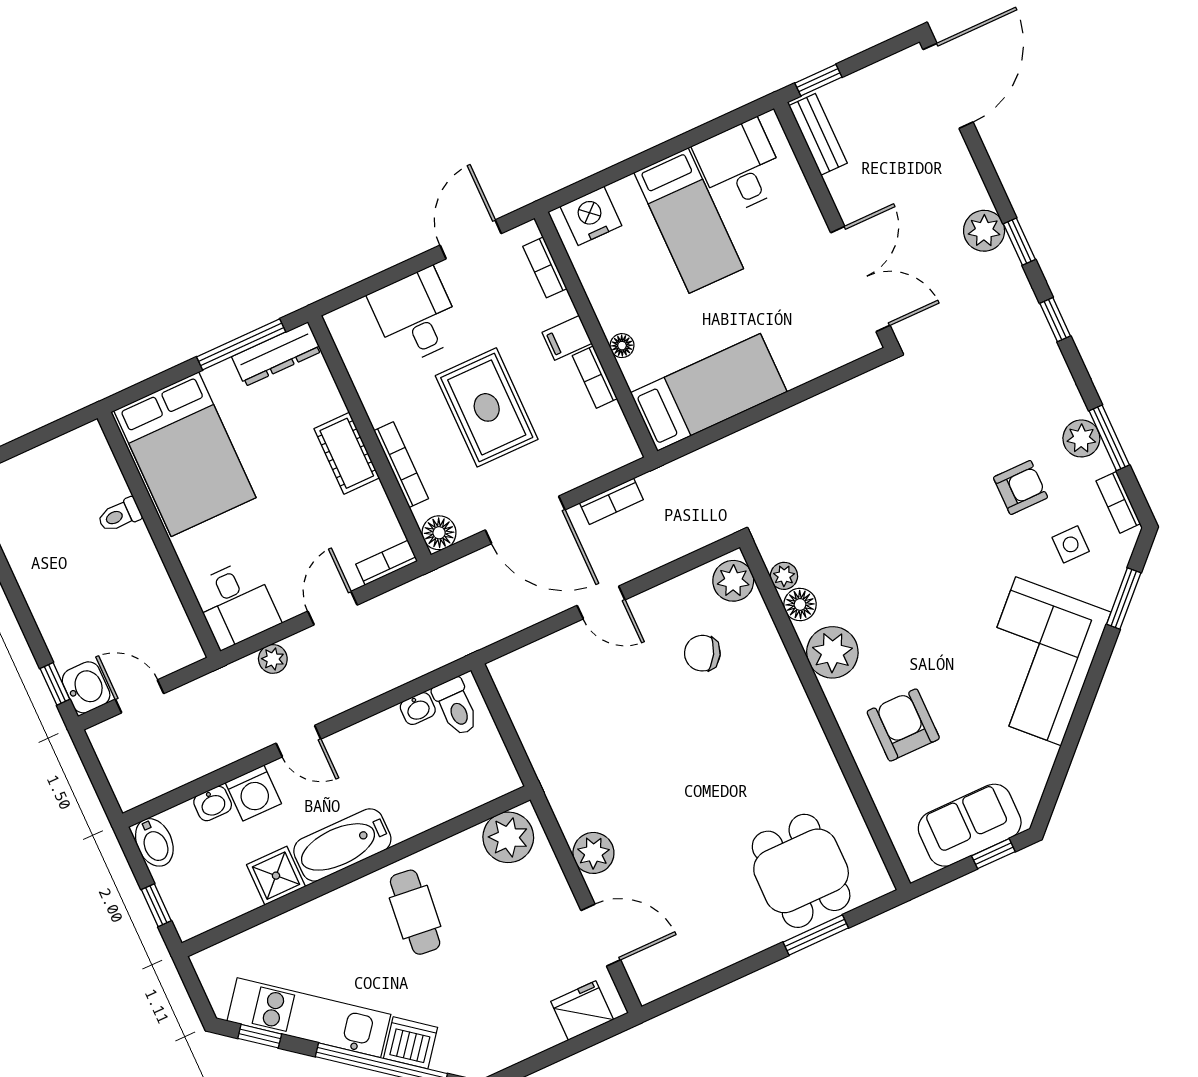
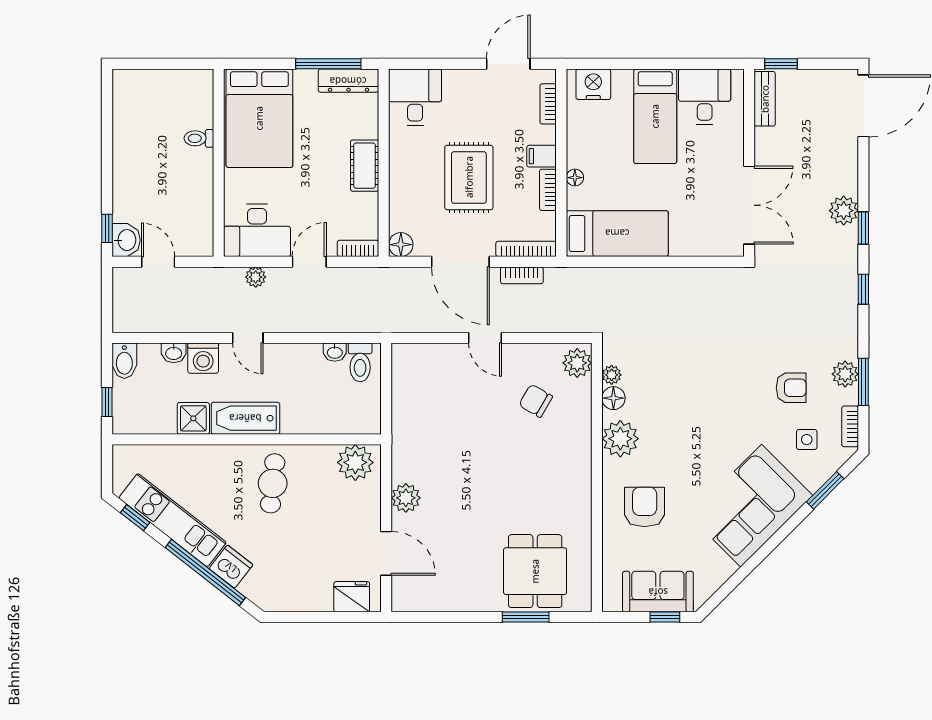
desk: (416, 316) -> (415, 97), moved
bookcase: (401, 465) -> (526, 249), moved, turned -90
desk: (236, 604) -> (257, 230), width x1.37

